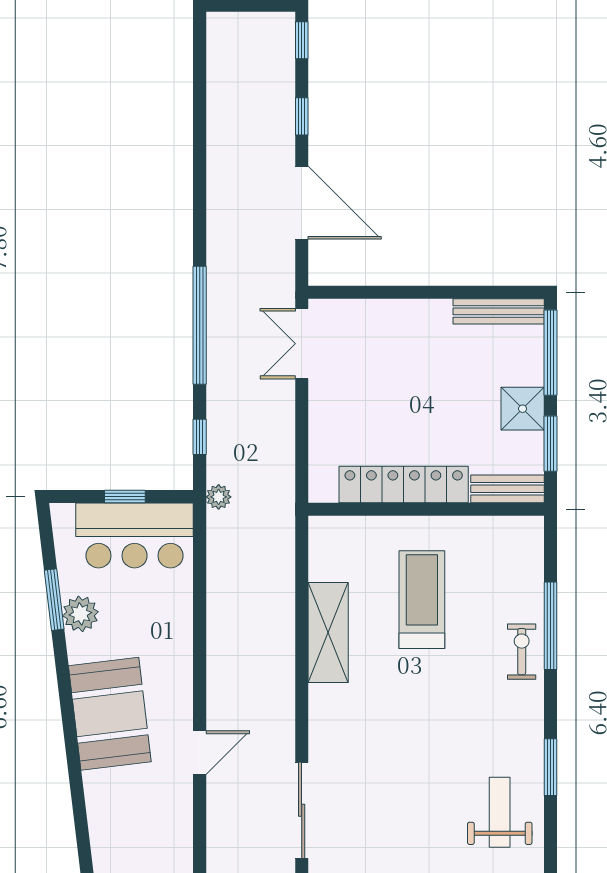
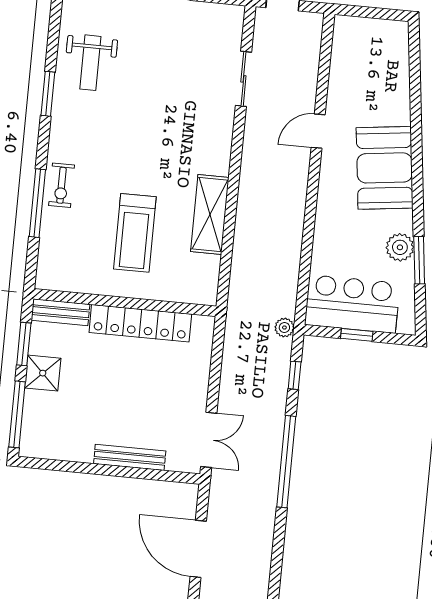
bench: (499, 311) -> (130, 457), moved
sliding door: (302, 810) -> (243, 79), width x0.73

